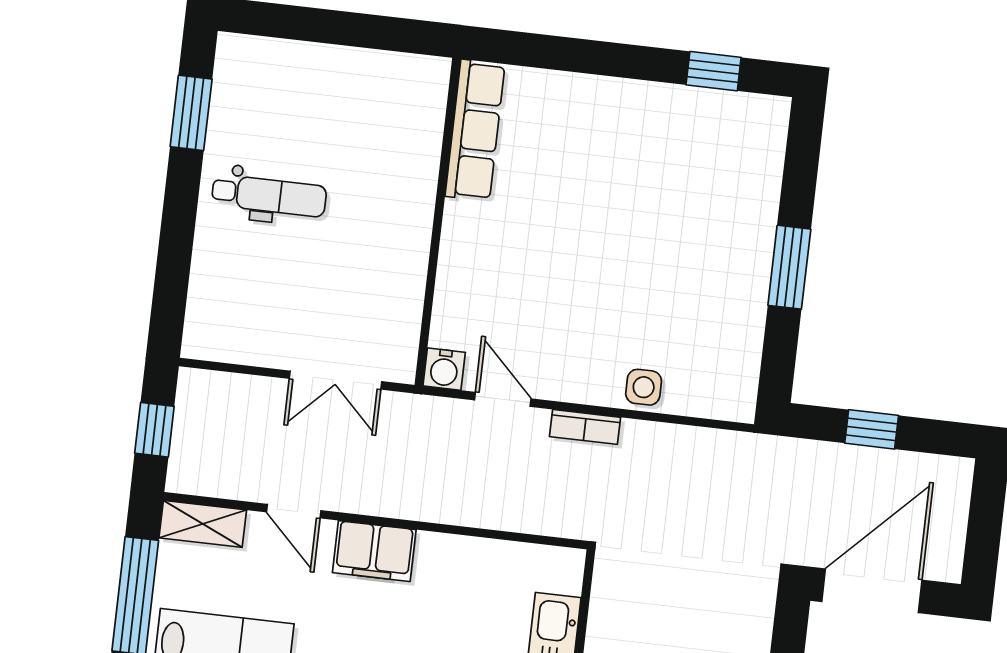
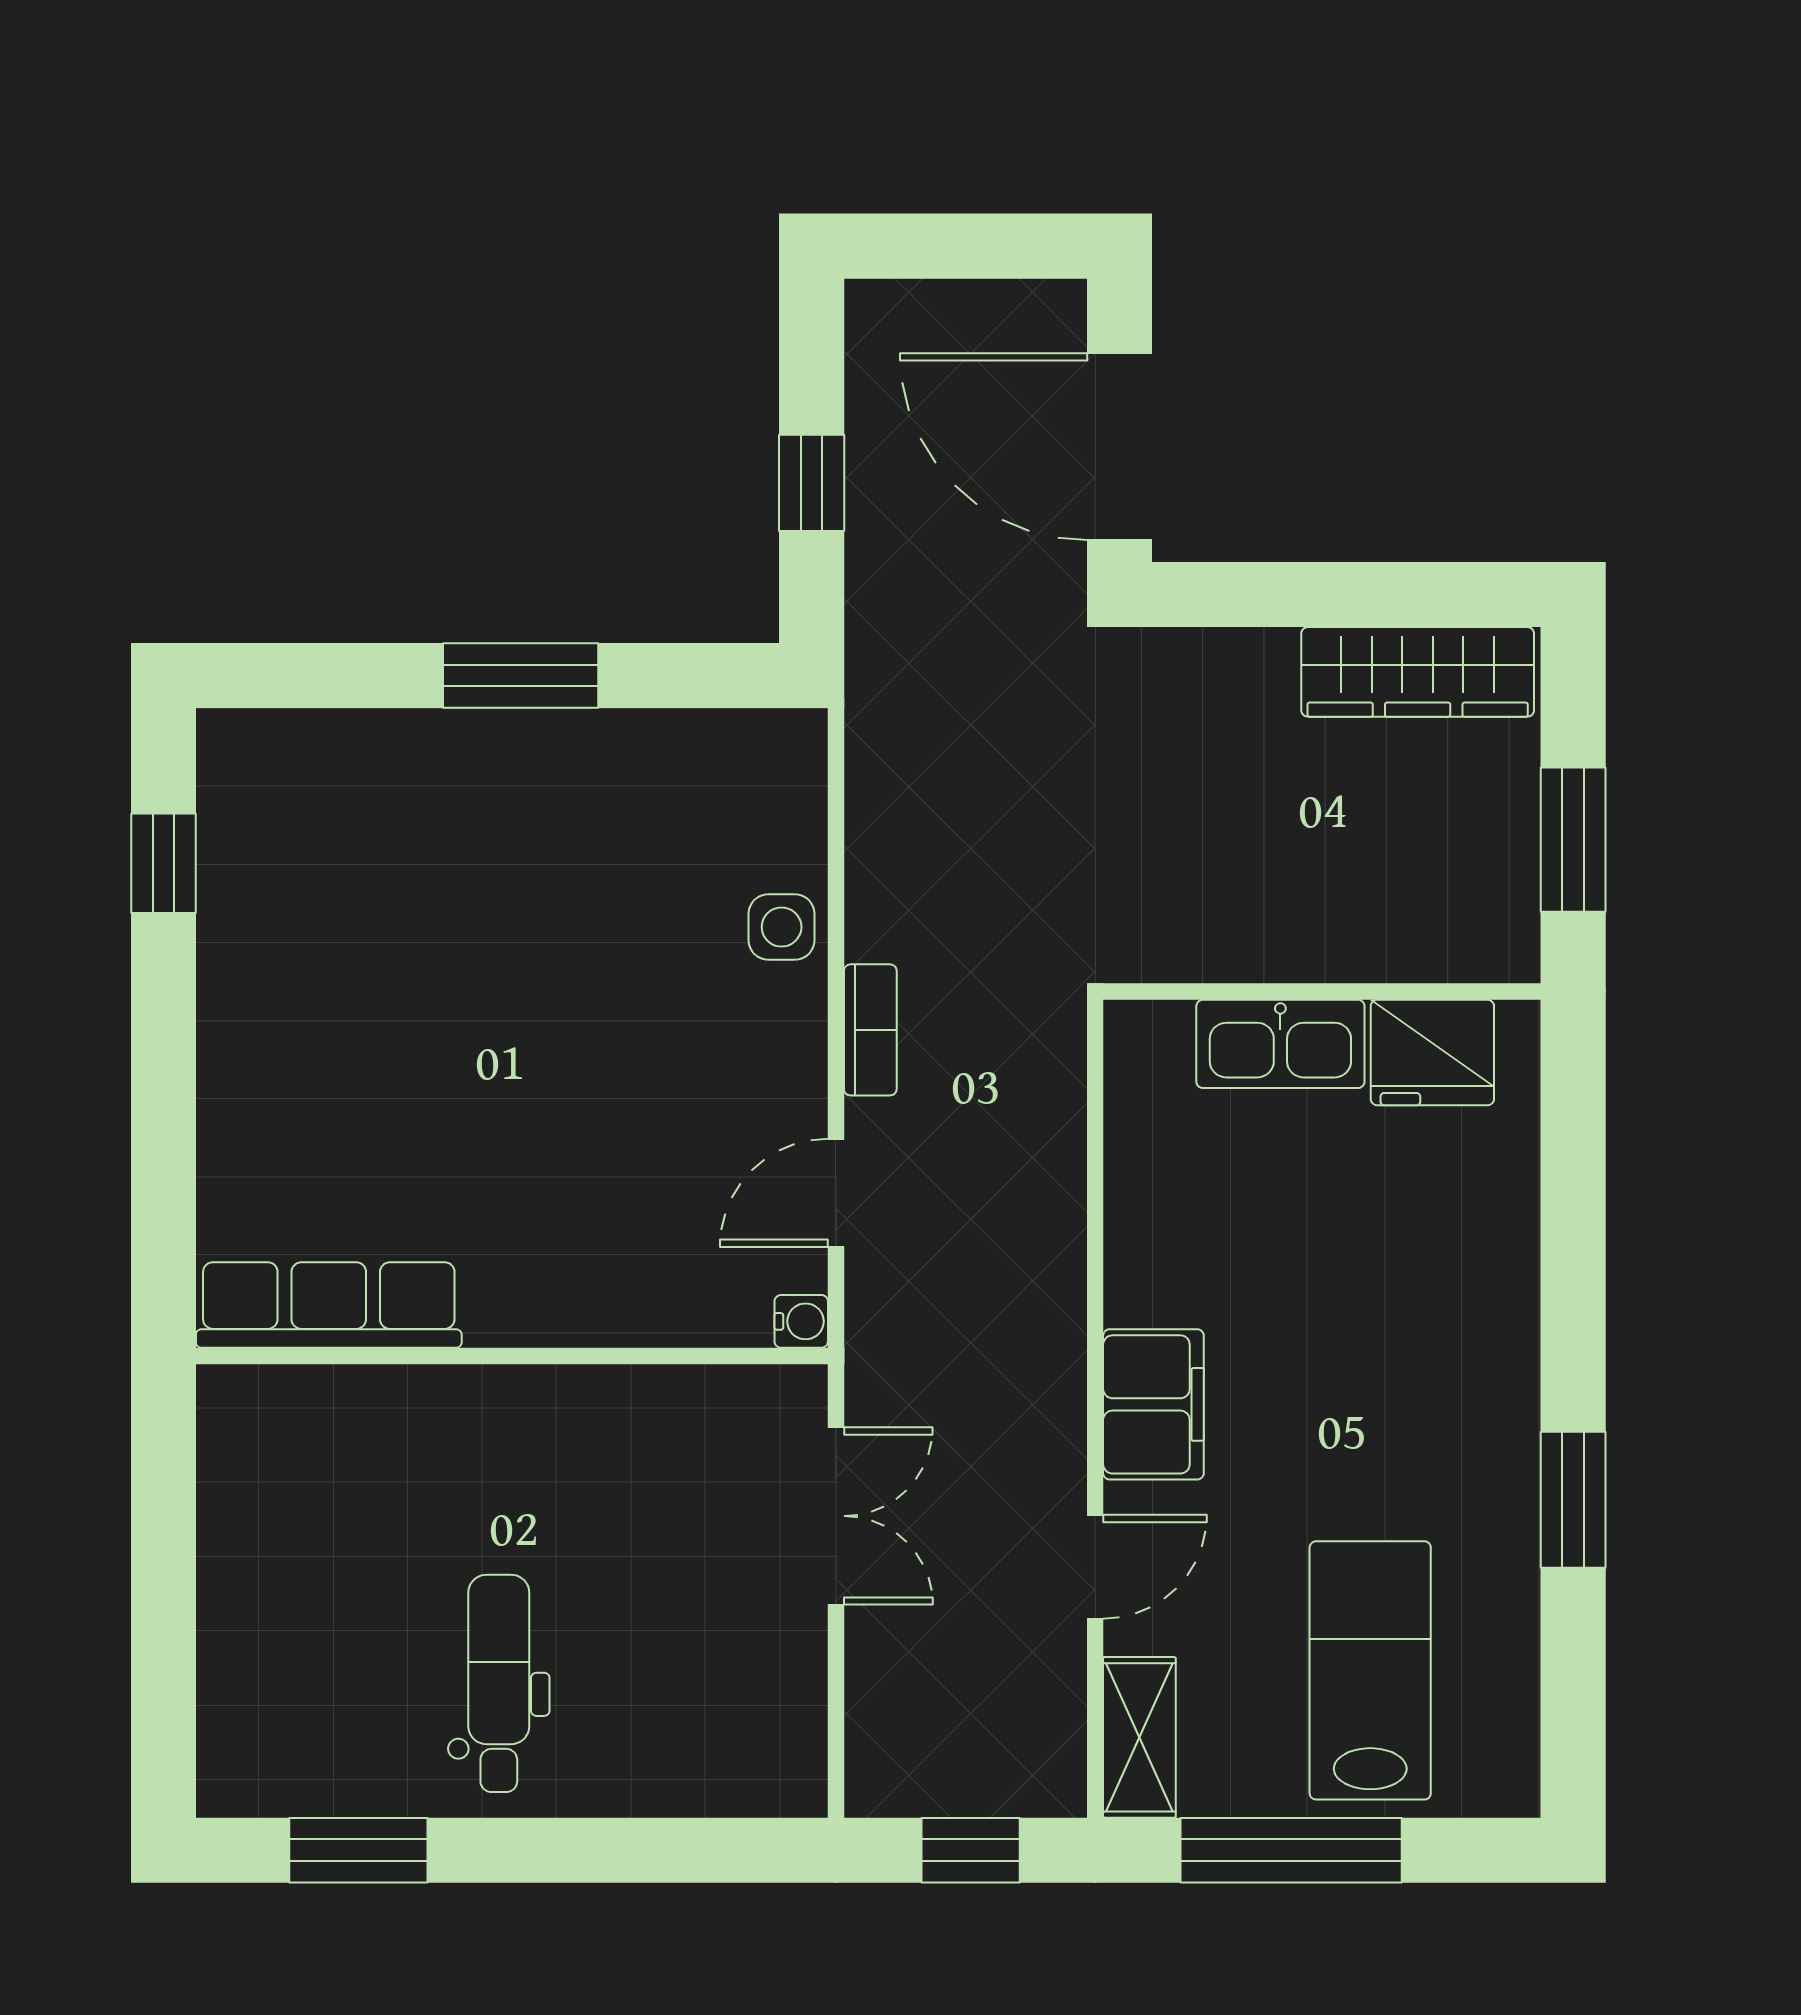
water cooler: (444, 369) -> (801, 1321), width x0.72, depth x0.72

